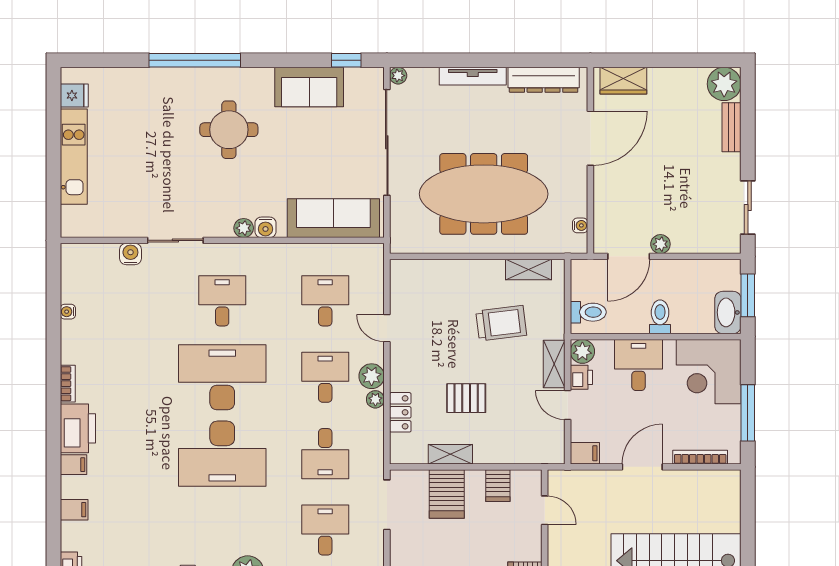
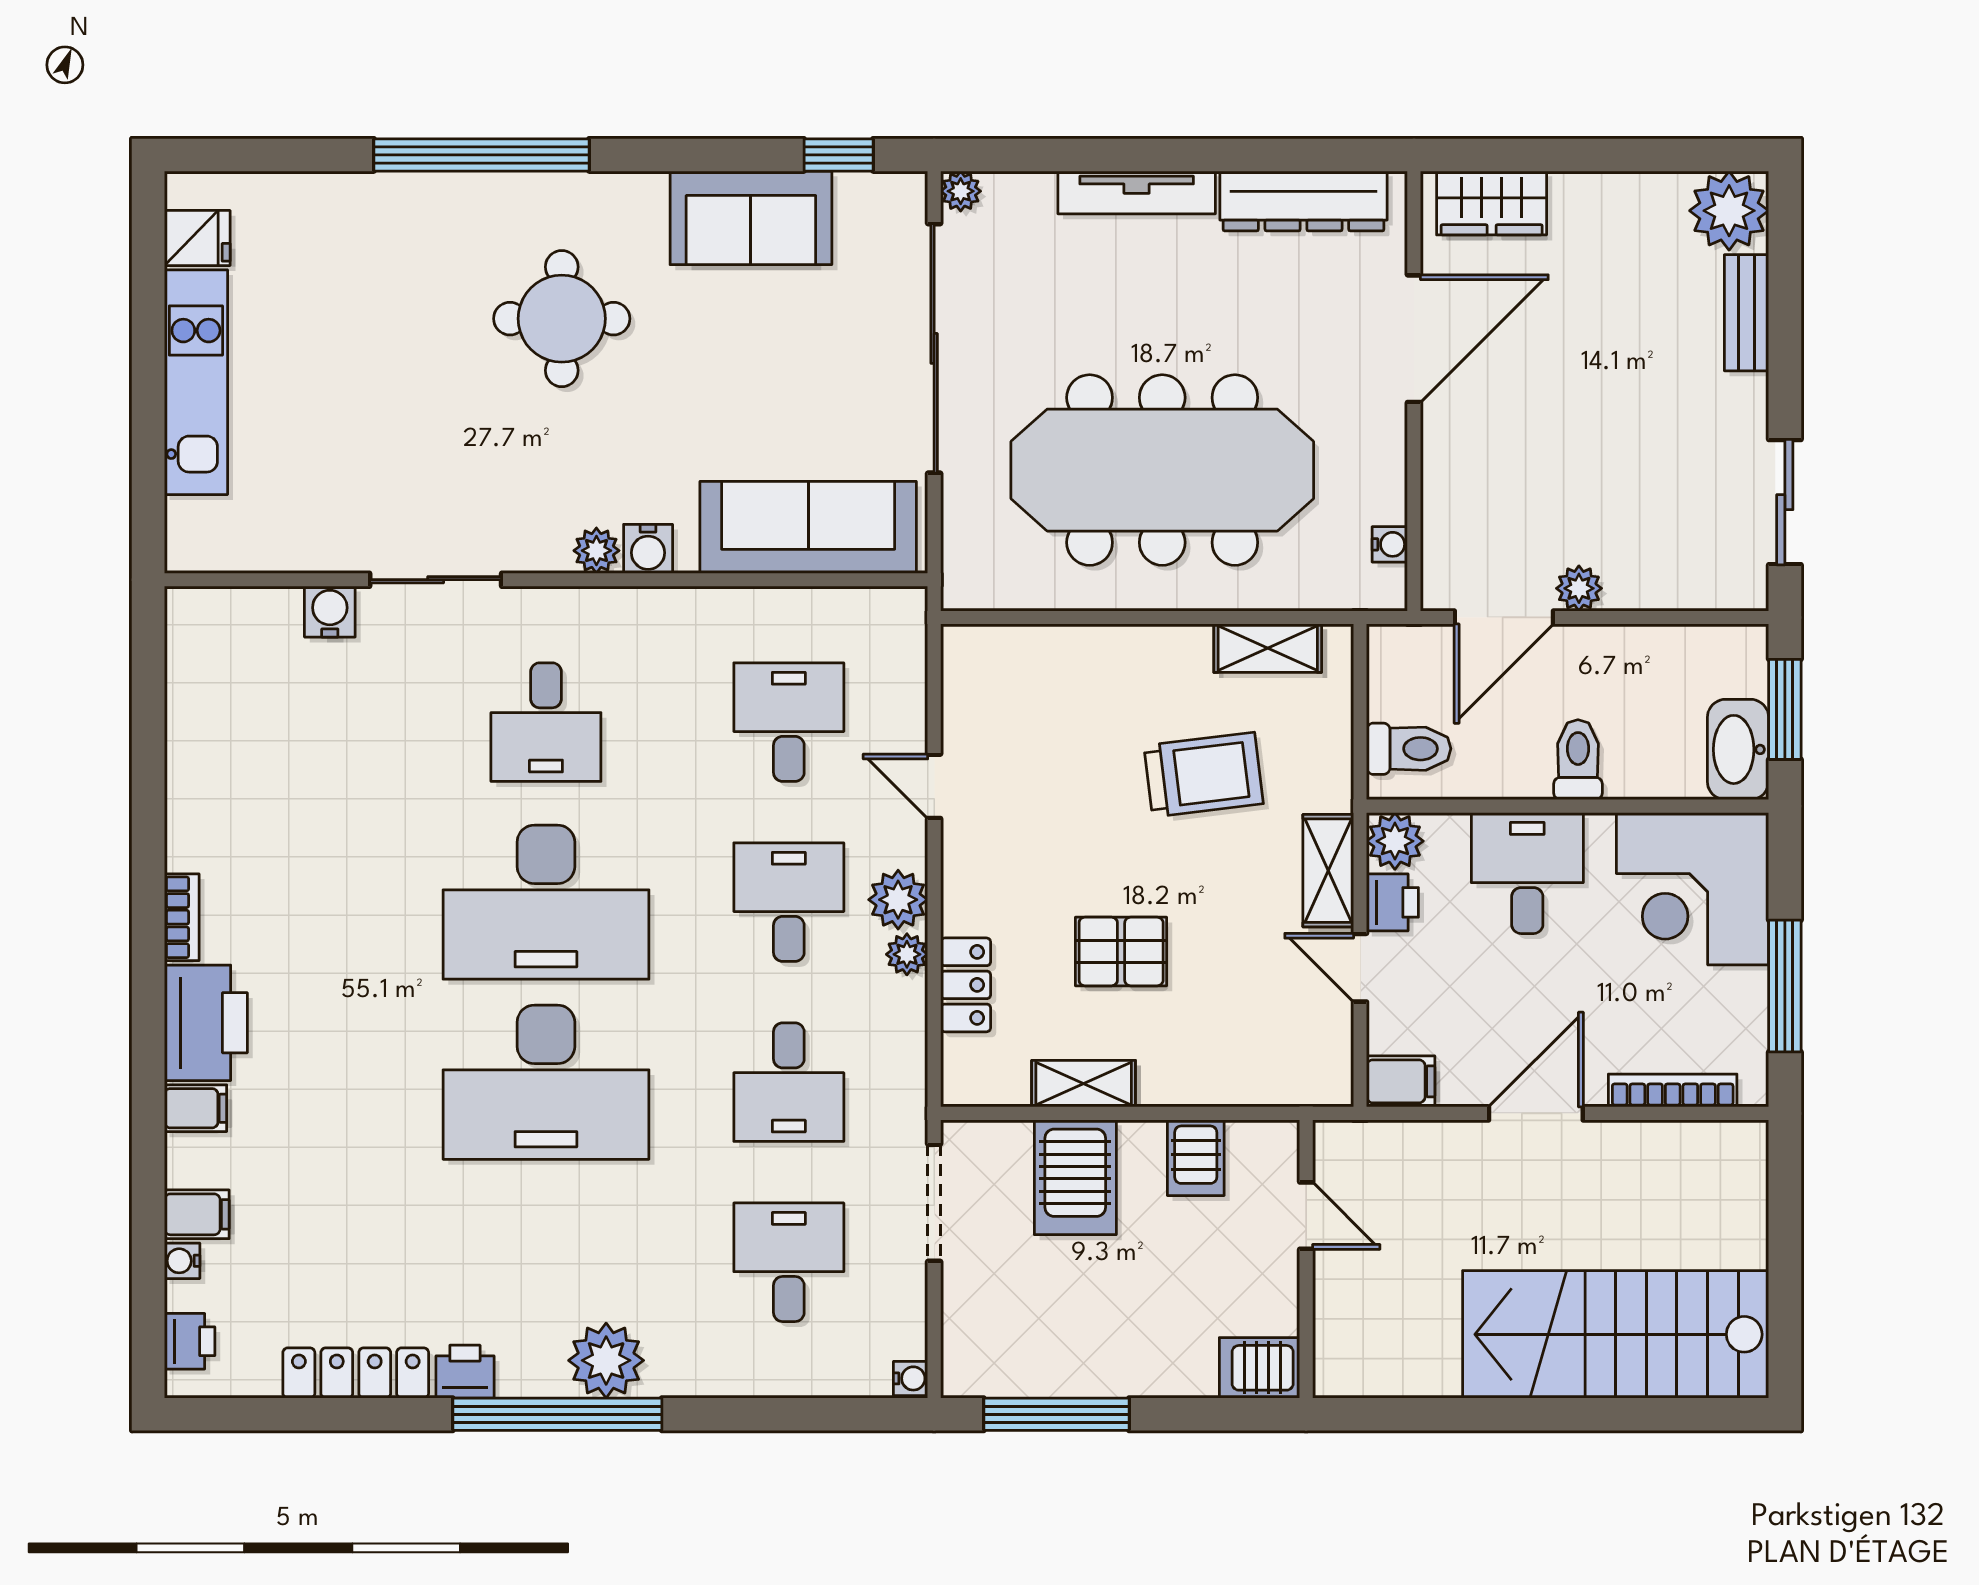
desk: (222, 301) -> (546, 722), turned 180
water cooler: (68, 312) -> (182, 1261), moved
desk: (222, 377) -> (546, 902), turned 180

